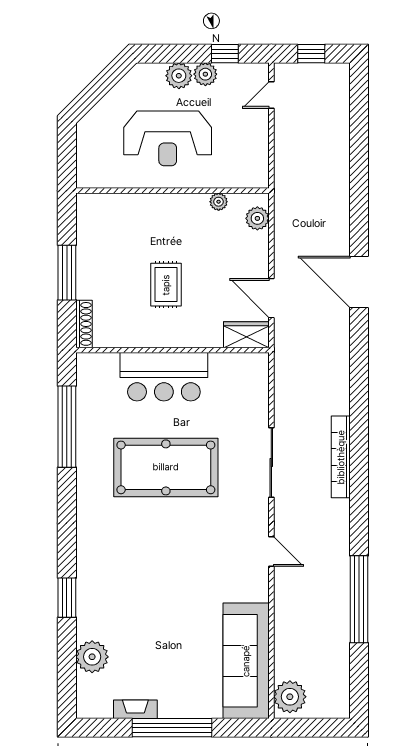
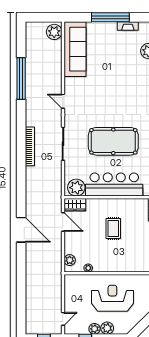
plant: (243, 370) -> (76, 188), added
bar counter: (164, 377) -> (114, 185), width x1.36

